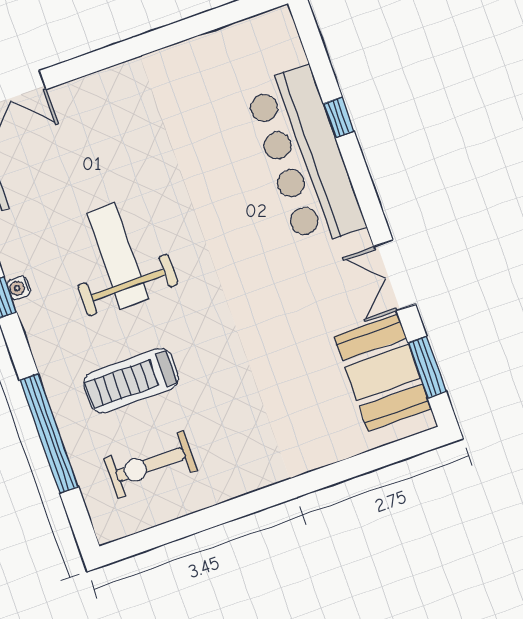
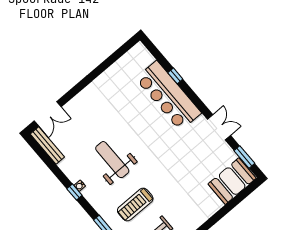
double door: (395, 275) -> (219, 127), swing flipped
booth: (383, 372) -> (232, 181), moved, turned 90

